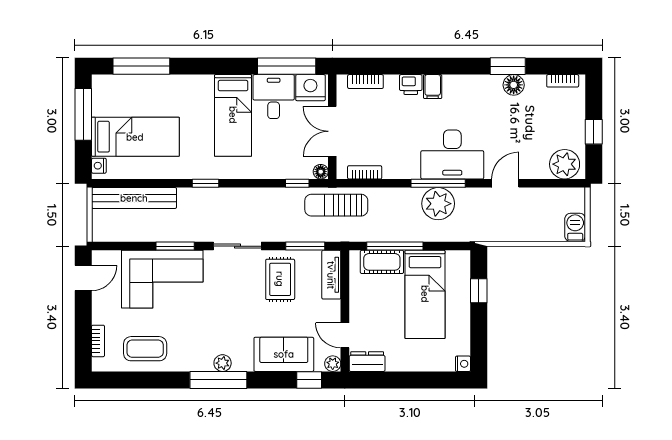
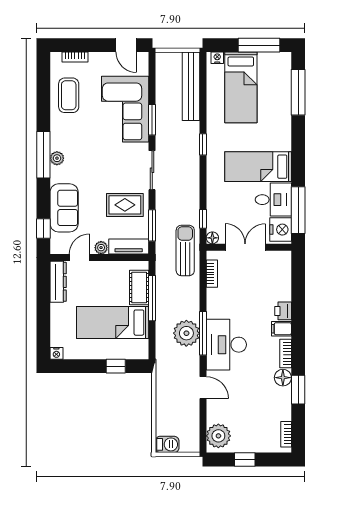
bookcase: (365, 82) -> (286, 353), moved
floor lamp: (514, 85) -> (283, 378), moved
dresser: (367, 362) -> (58, 282), width x1.44
plant: (333, 364) -> (101, 248), moved

